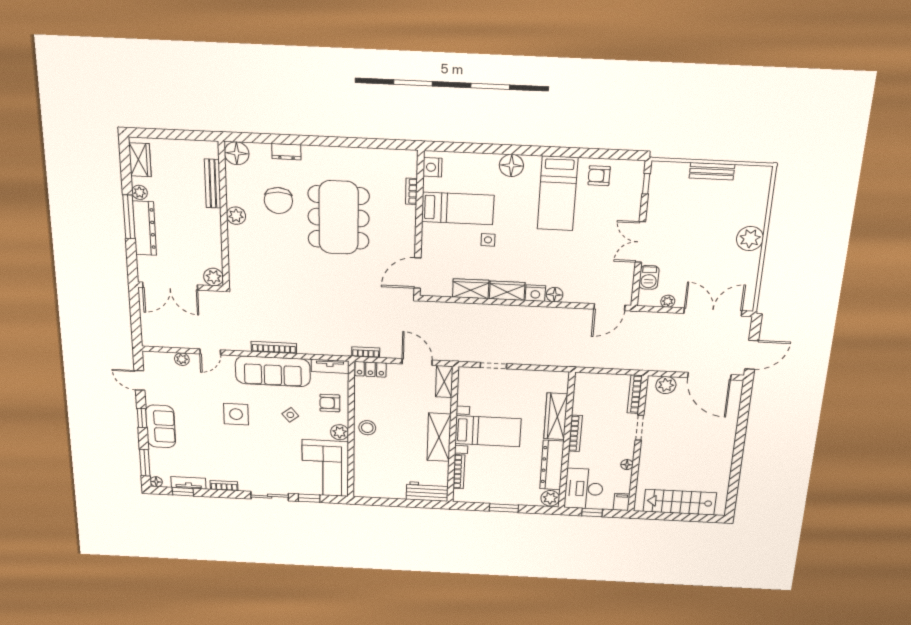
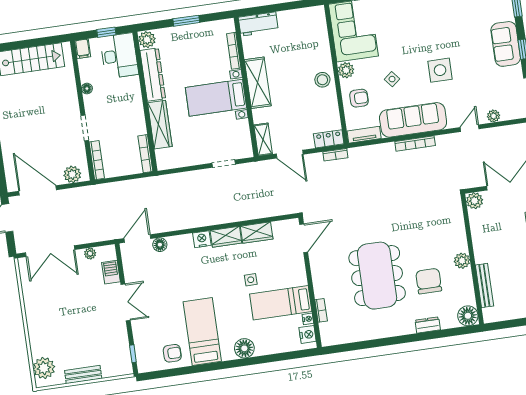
nightstand: (429, 185) -> (308, 319), added
plant: (750, 239) -> (44, 368), moved
floor lamp: (555, 295) -> (160, 245), moved
bookcase: (575, 433) -> (145, 154), moved

